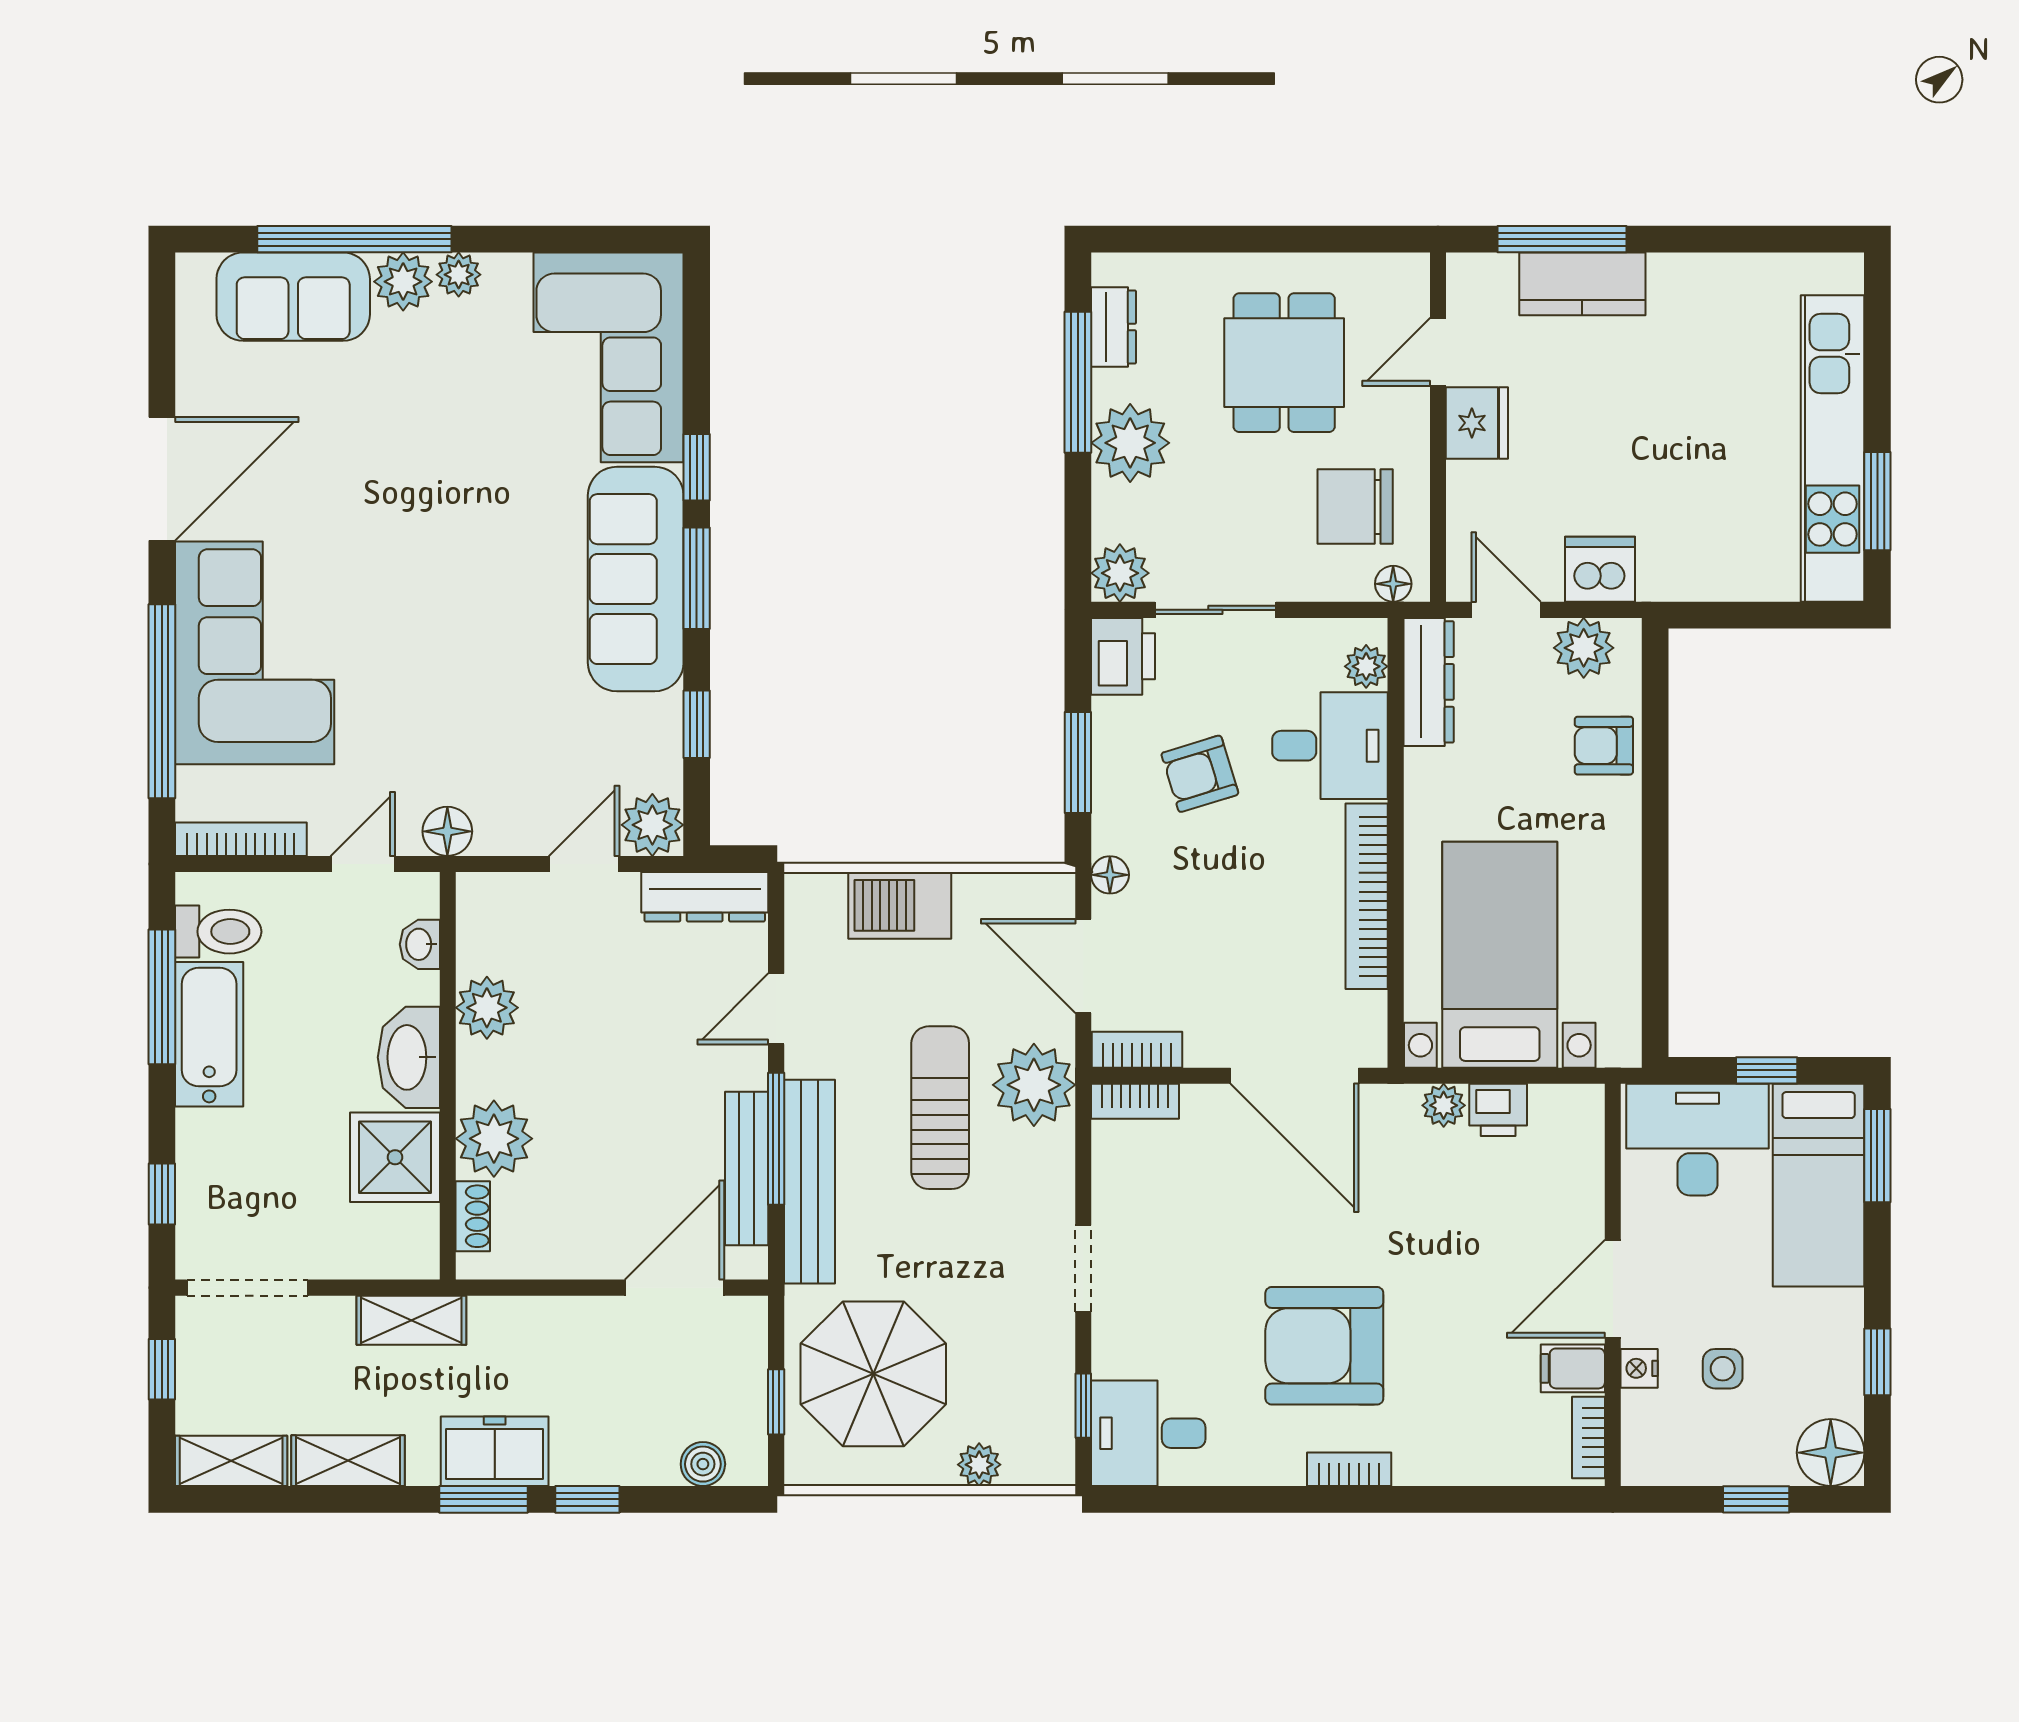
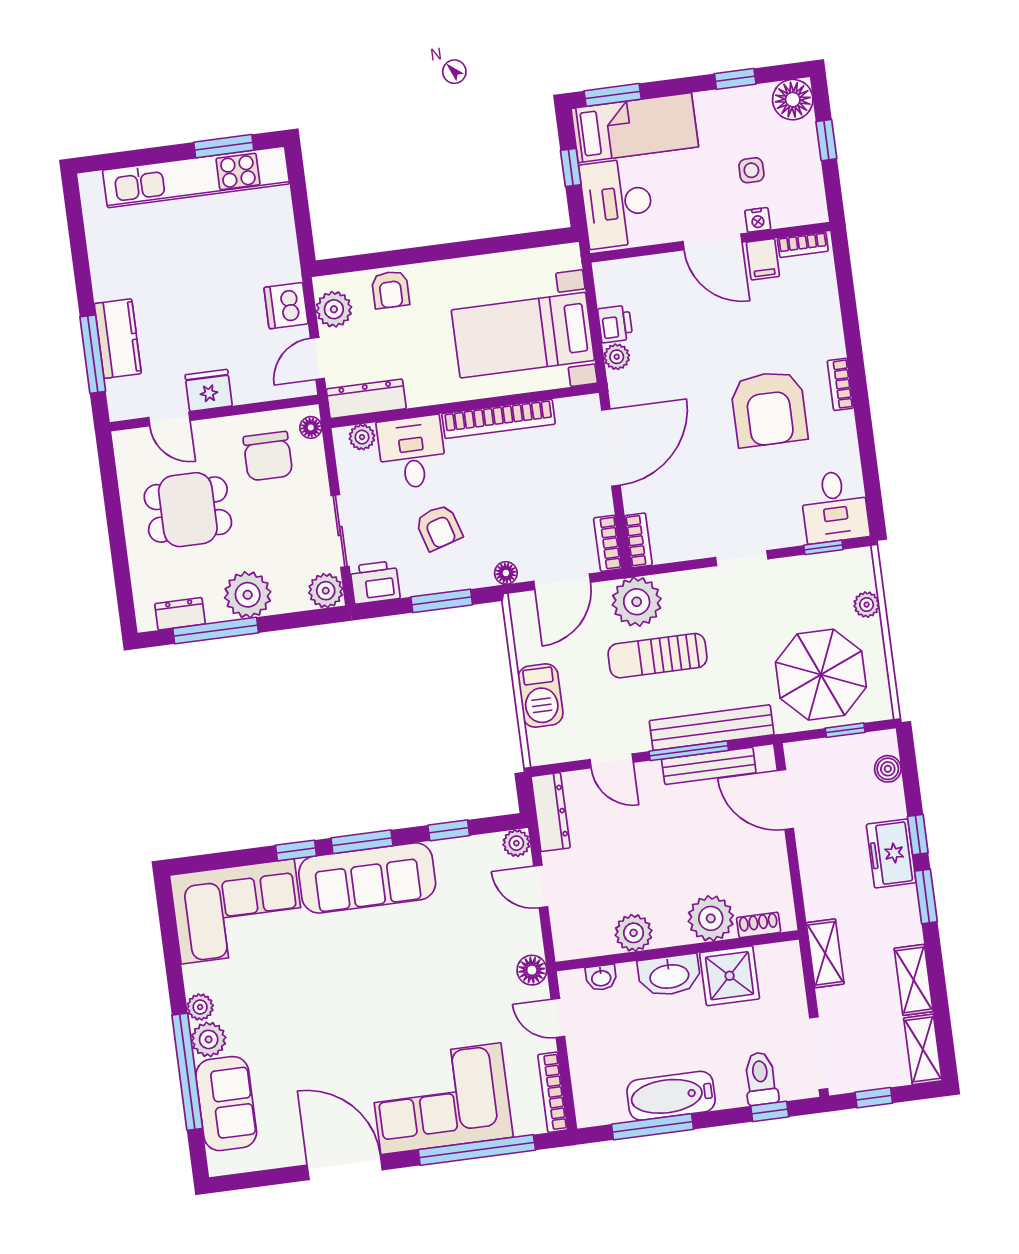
plant: (652, 825) -> (516, 843), width x0.73, depth x0.73
toilet: (218, 932) -> (761, 1079), moved
freezer: (495, 1451) -> (891, 853), moved

